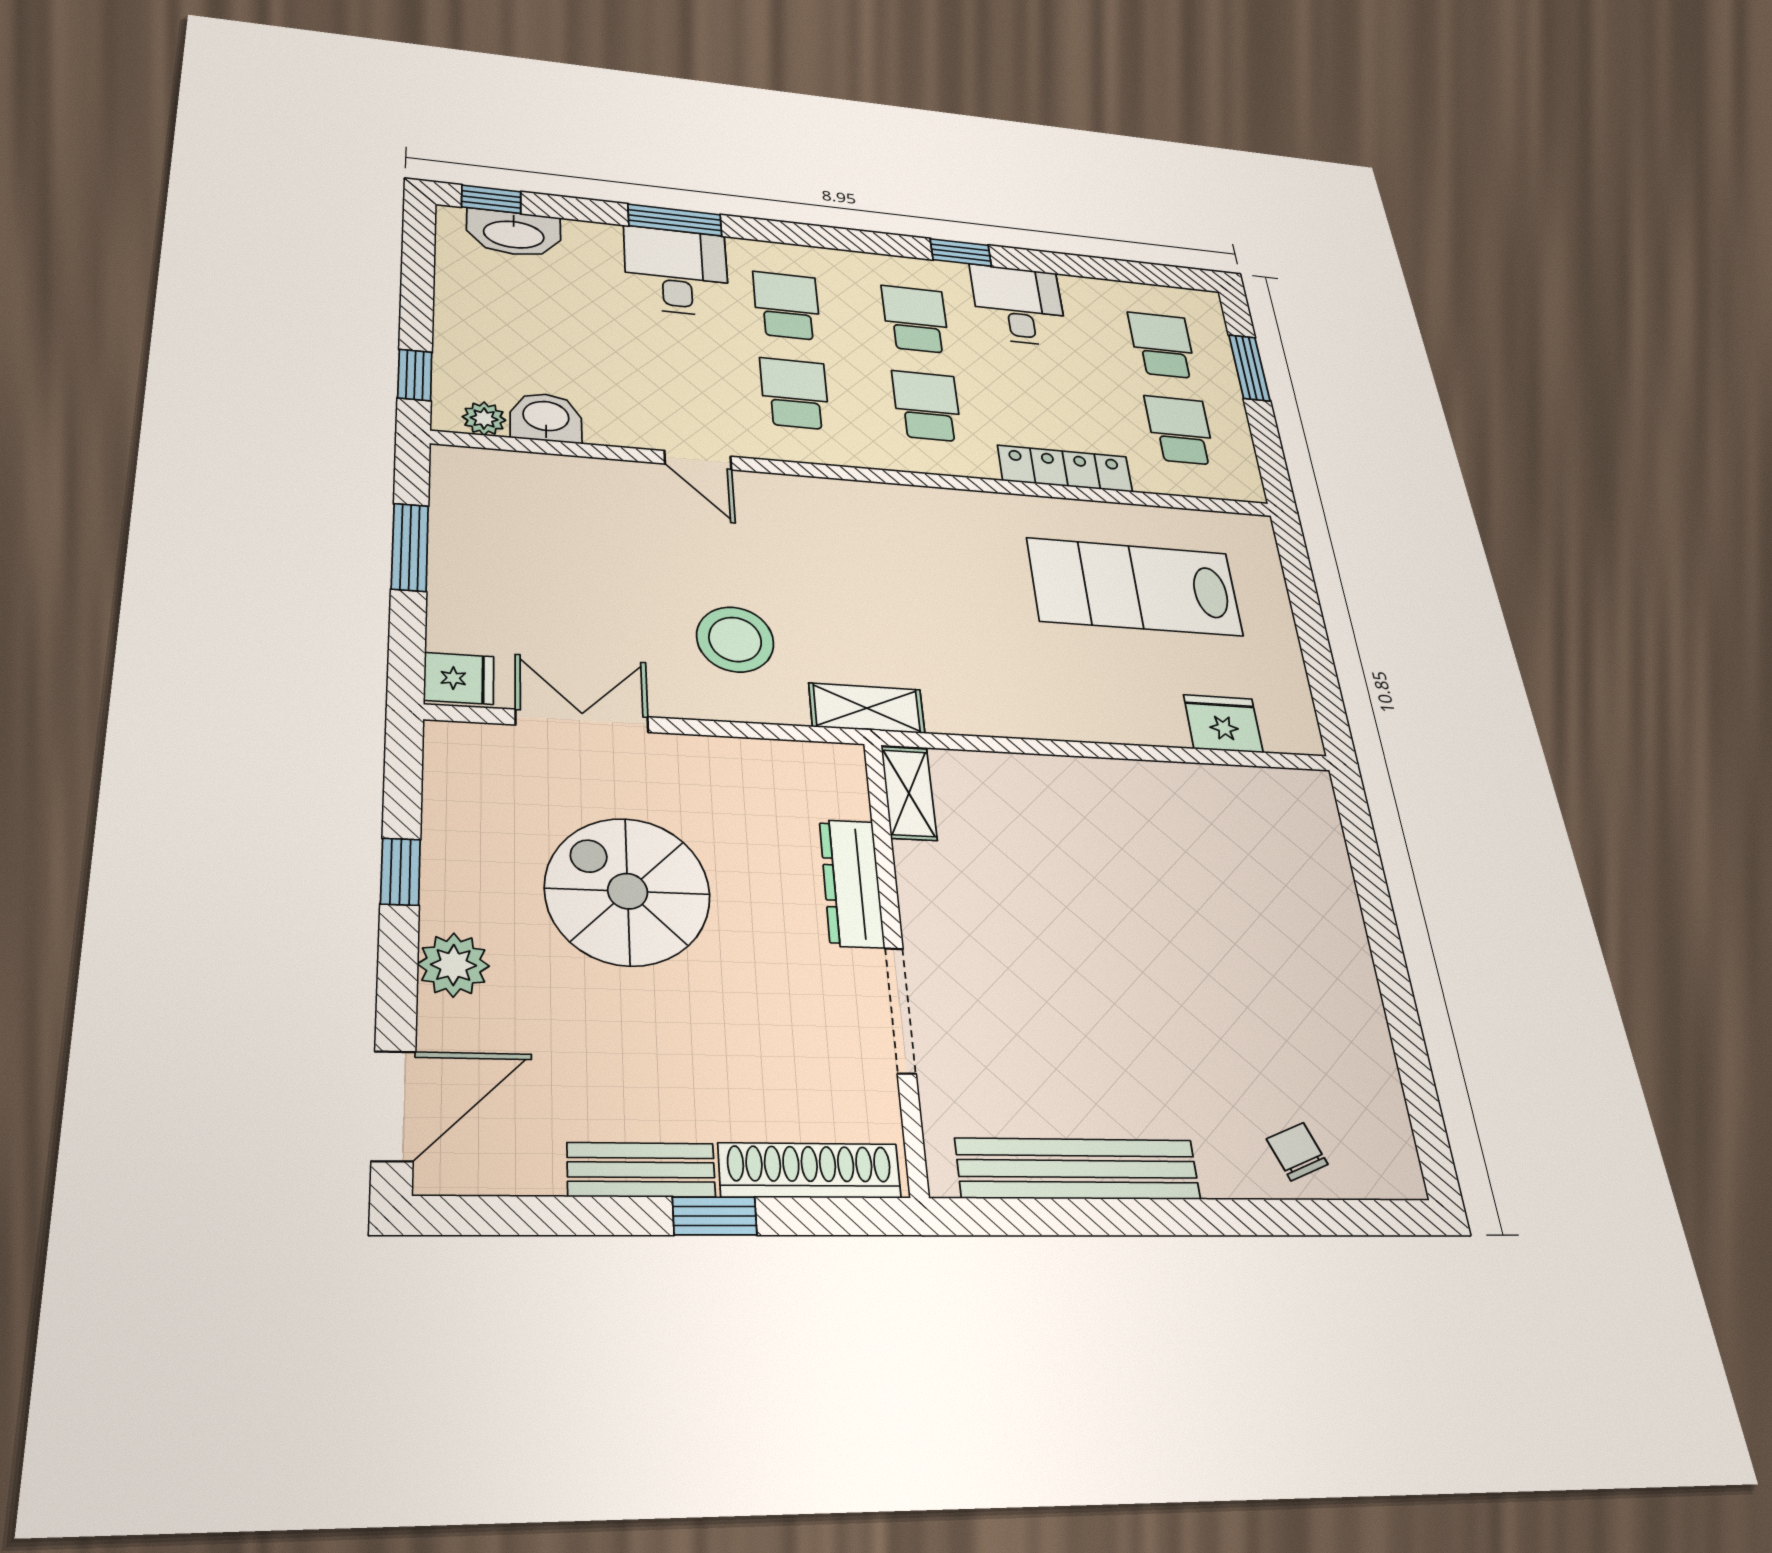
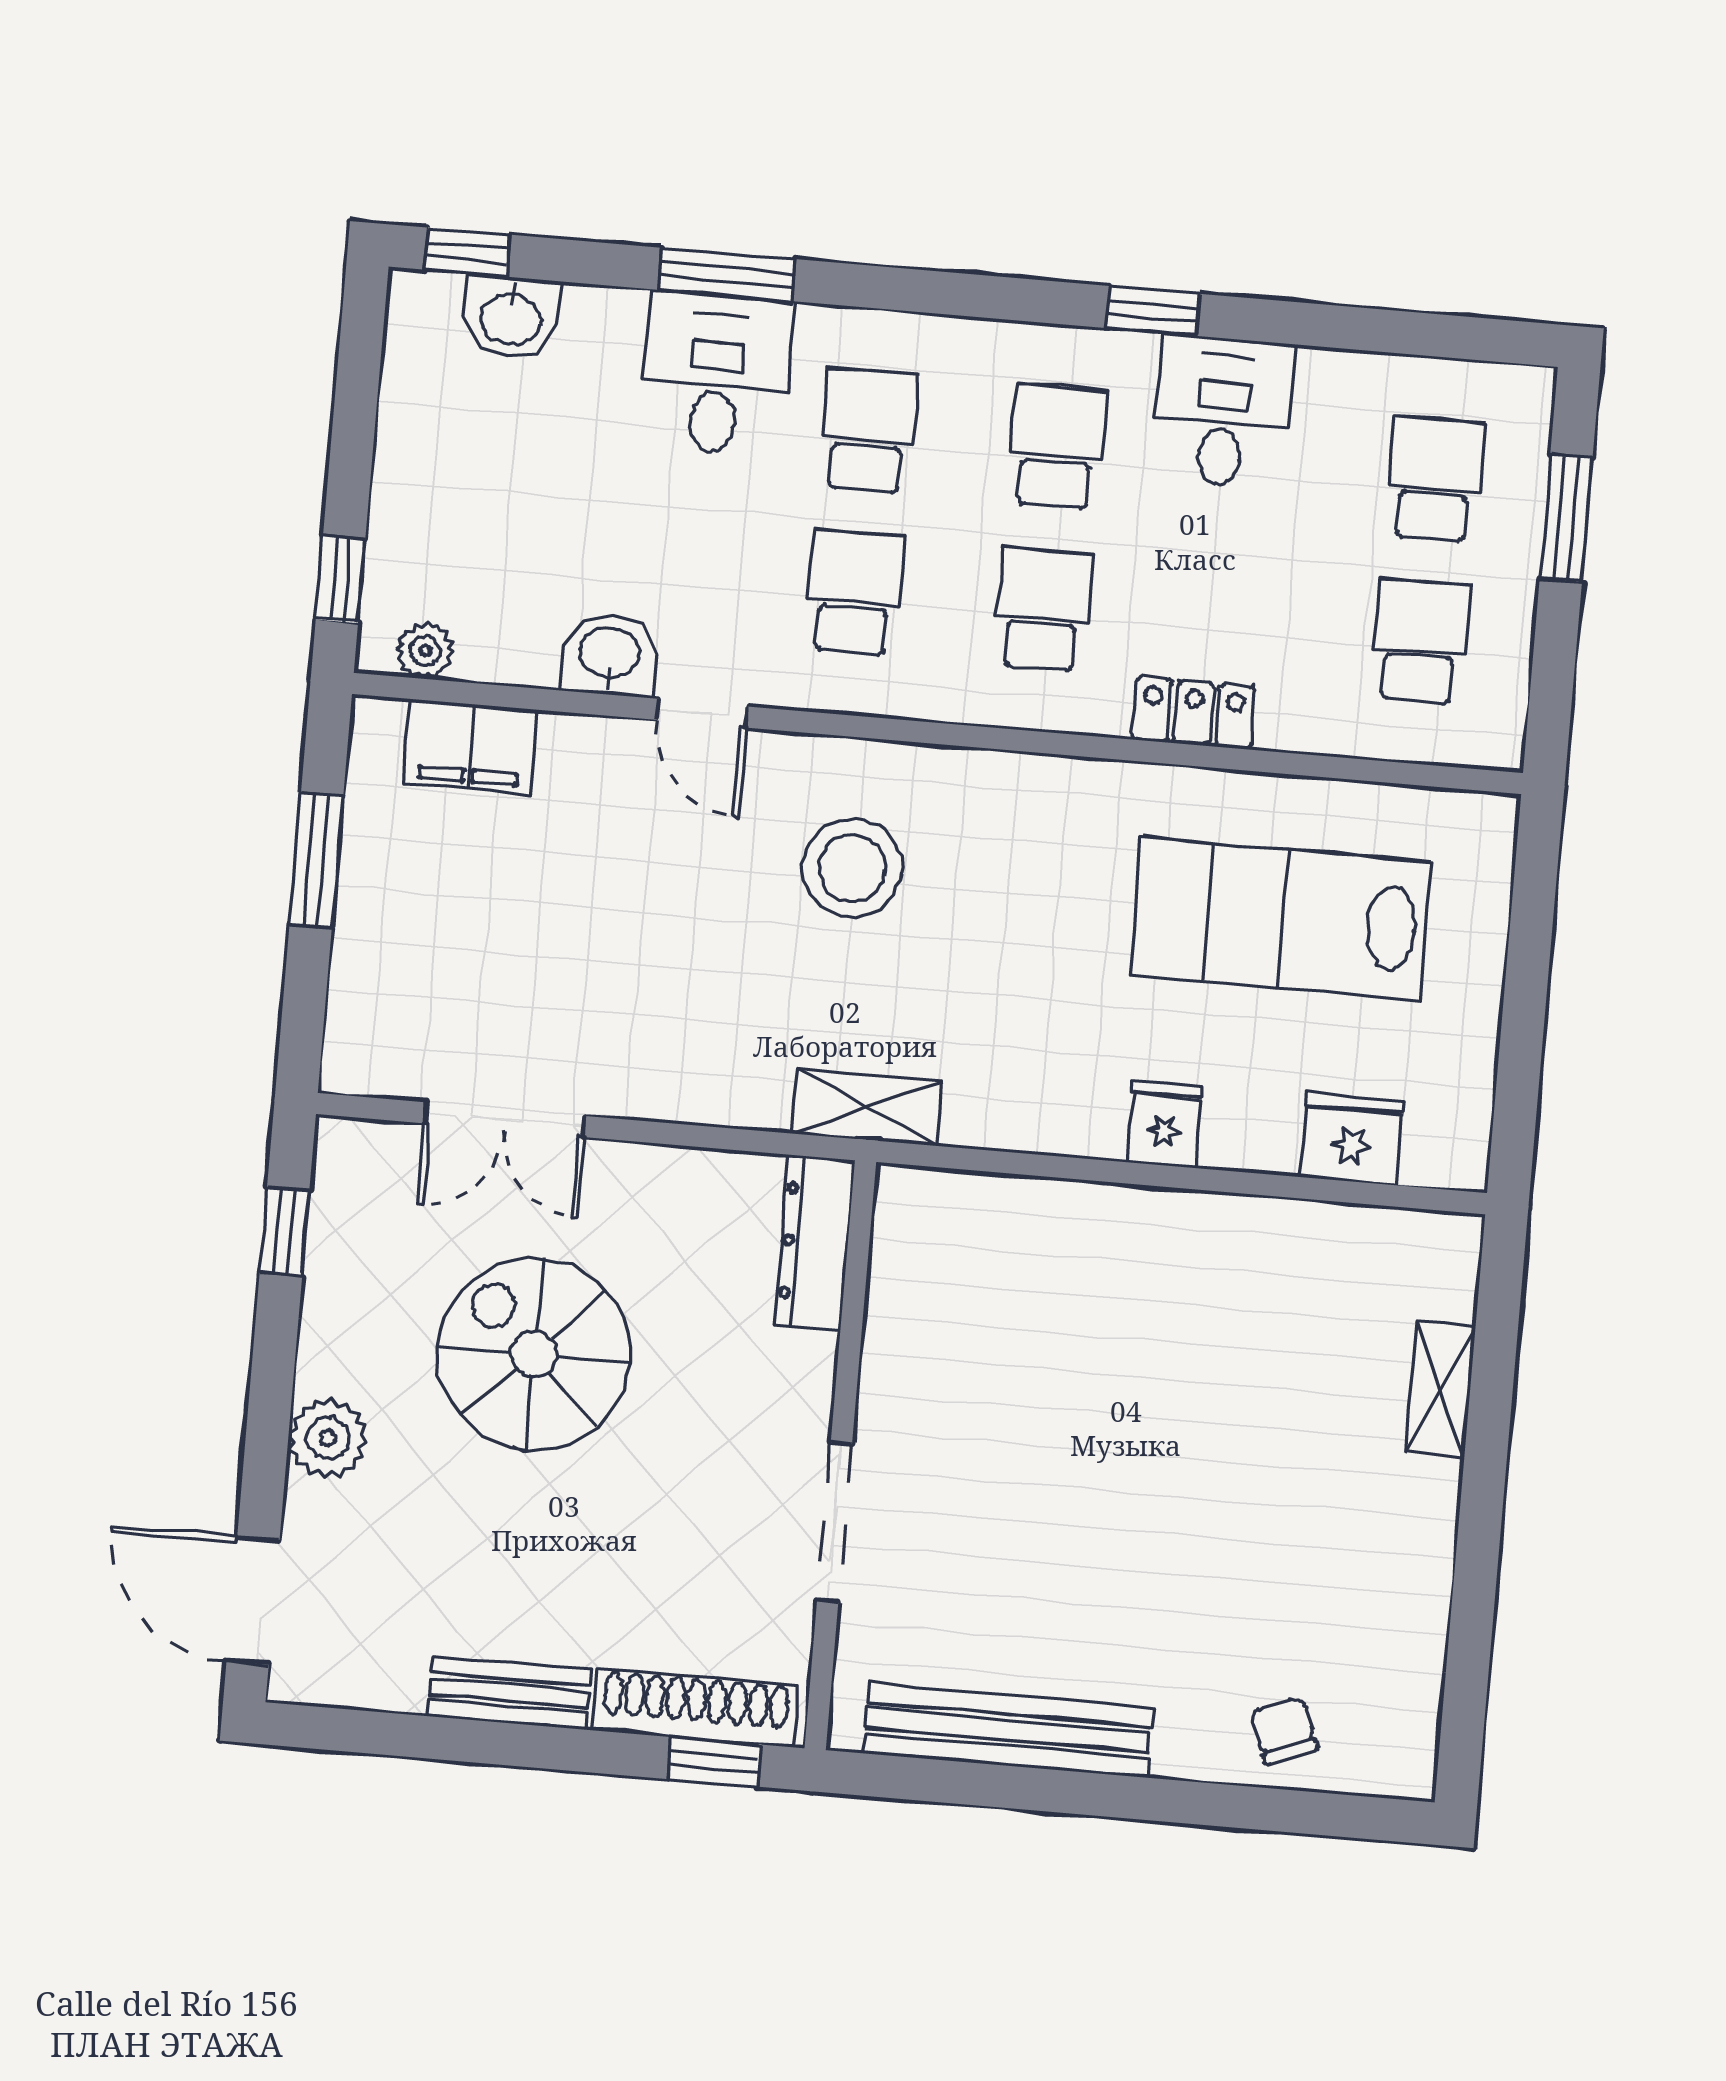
washbasin: (514, 233) -> (511, 317), width x0.72
washbasin: (546, 417) -> (610, 655), moved
locker: (1065, 469) -> (1193, 713), width x0.66
filing cabinet: (525, 477) -> (470, 746), added
stool: (735, 639) -> (852, 868), moved
fridge: (459, 678) -> (1164, 1124), moved, turned -90
double door: (582, 721) -> (505, 1120), swing flipped
shelving: (909, 793) -> (1441, 1389), moved
window: (400, 872) -> (285, 1231), moved
dresser: (852, 883) -> (814, 1242), moved
door: (394, 1106) -> (253, 1601), swing flipped
window: (715, 1216) -> (715, 1762), moved

